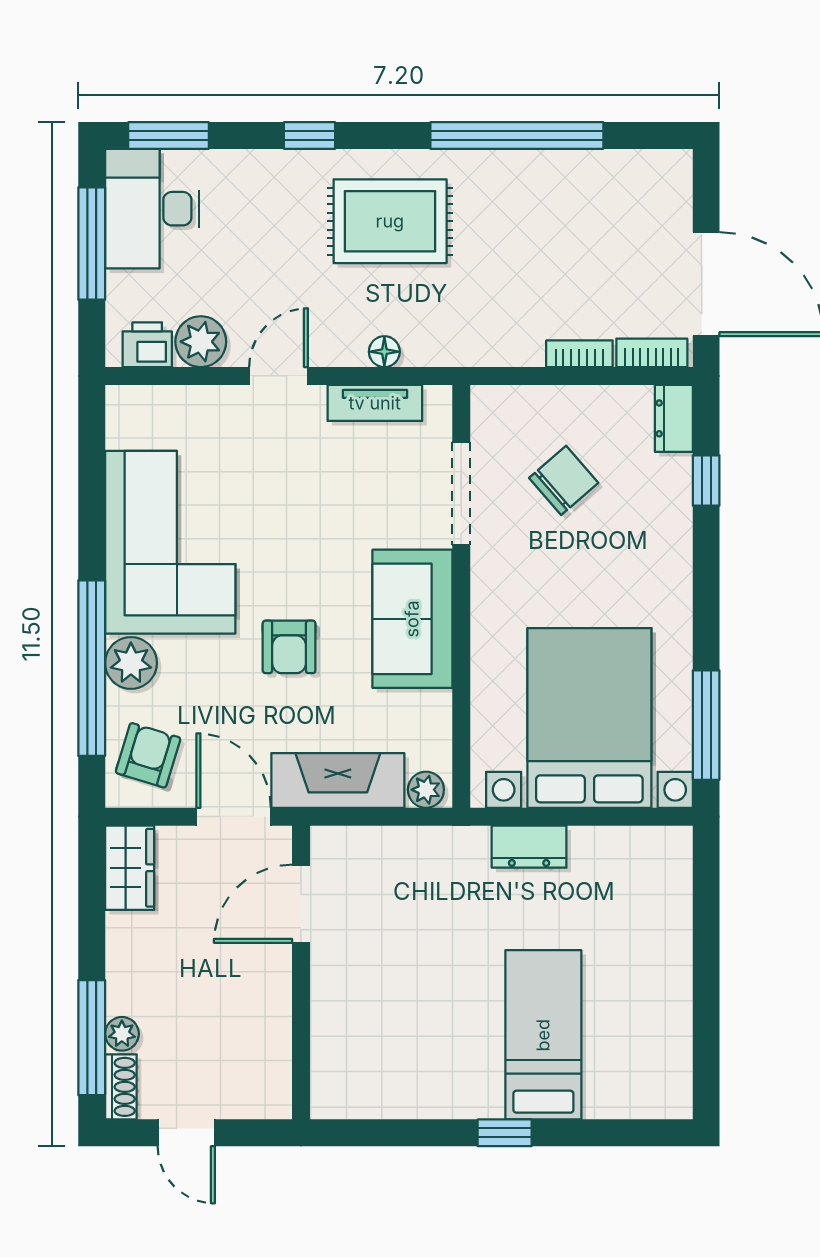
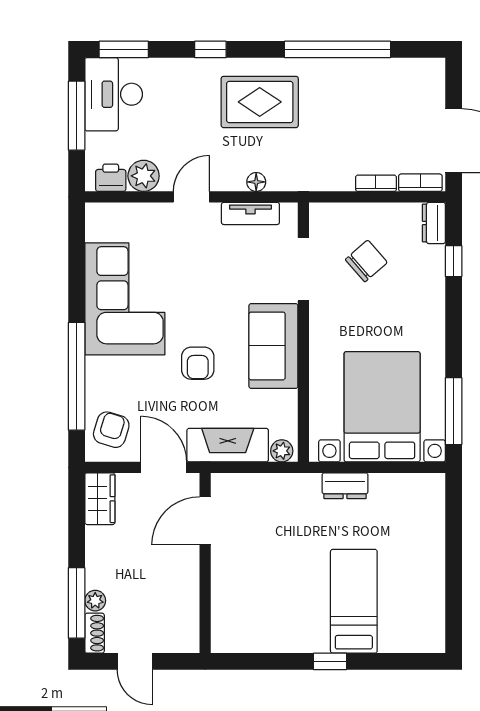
plant: (131, 663) -> (101, 373), removed

